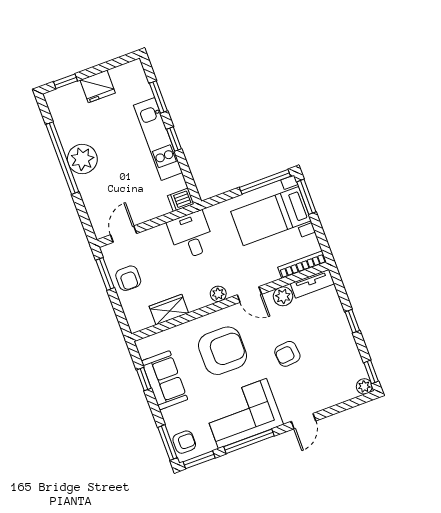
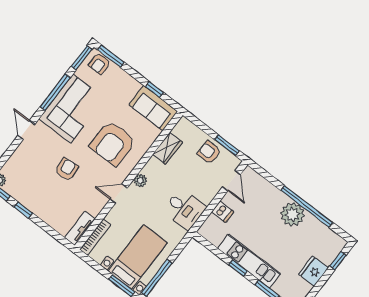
dishwasher: (181, 200) -> (223, 212), moved, turned 90
plant: (283, 296) -> (95, 207), removed
window: (352, 321) -> (23, 210), moved
sofa: (165, 380) -> (153, 108), moved

